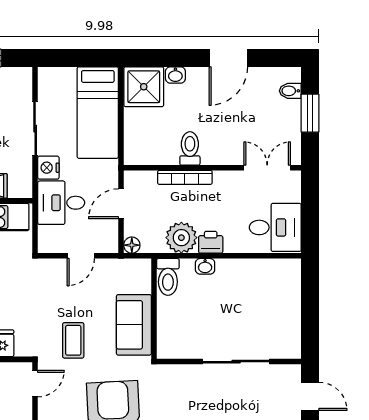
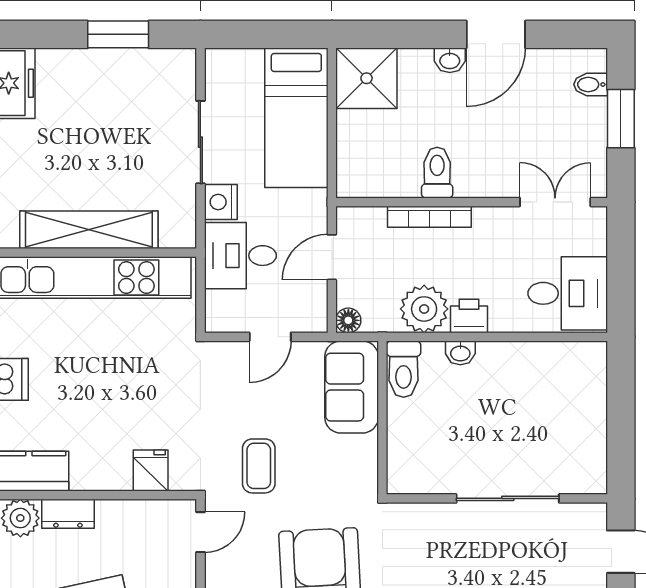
washbasin: (175, 75) -> (450, 60), moved
sofa: (134, 325) -> (352, 387), moved

